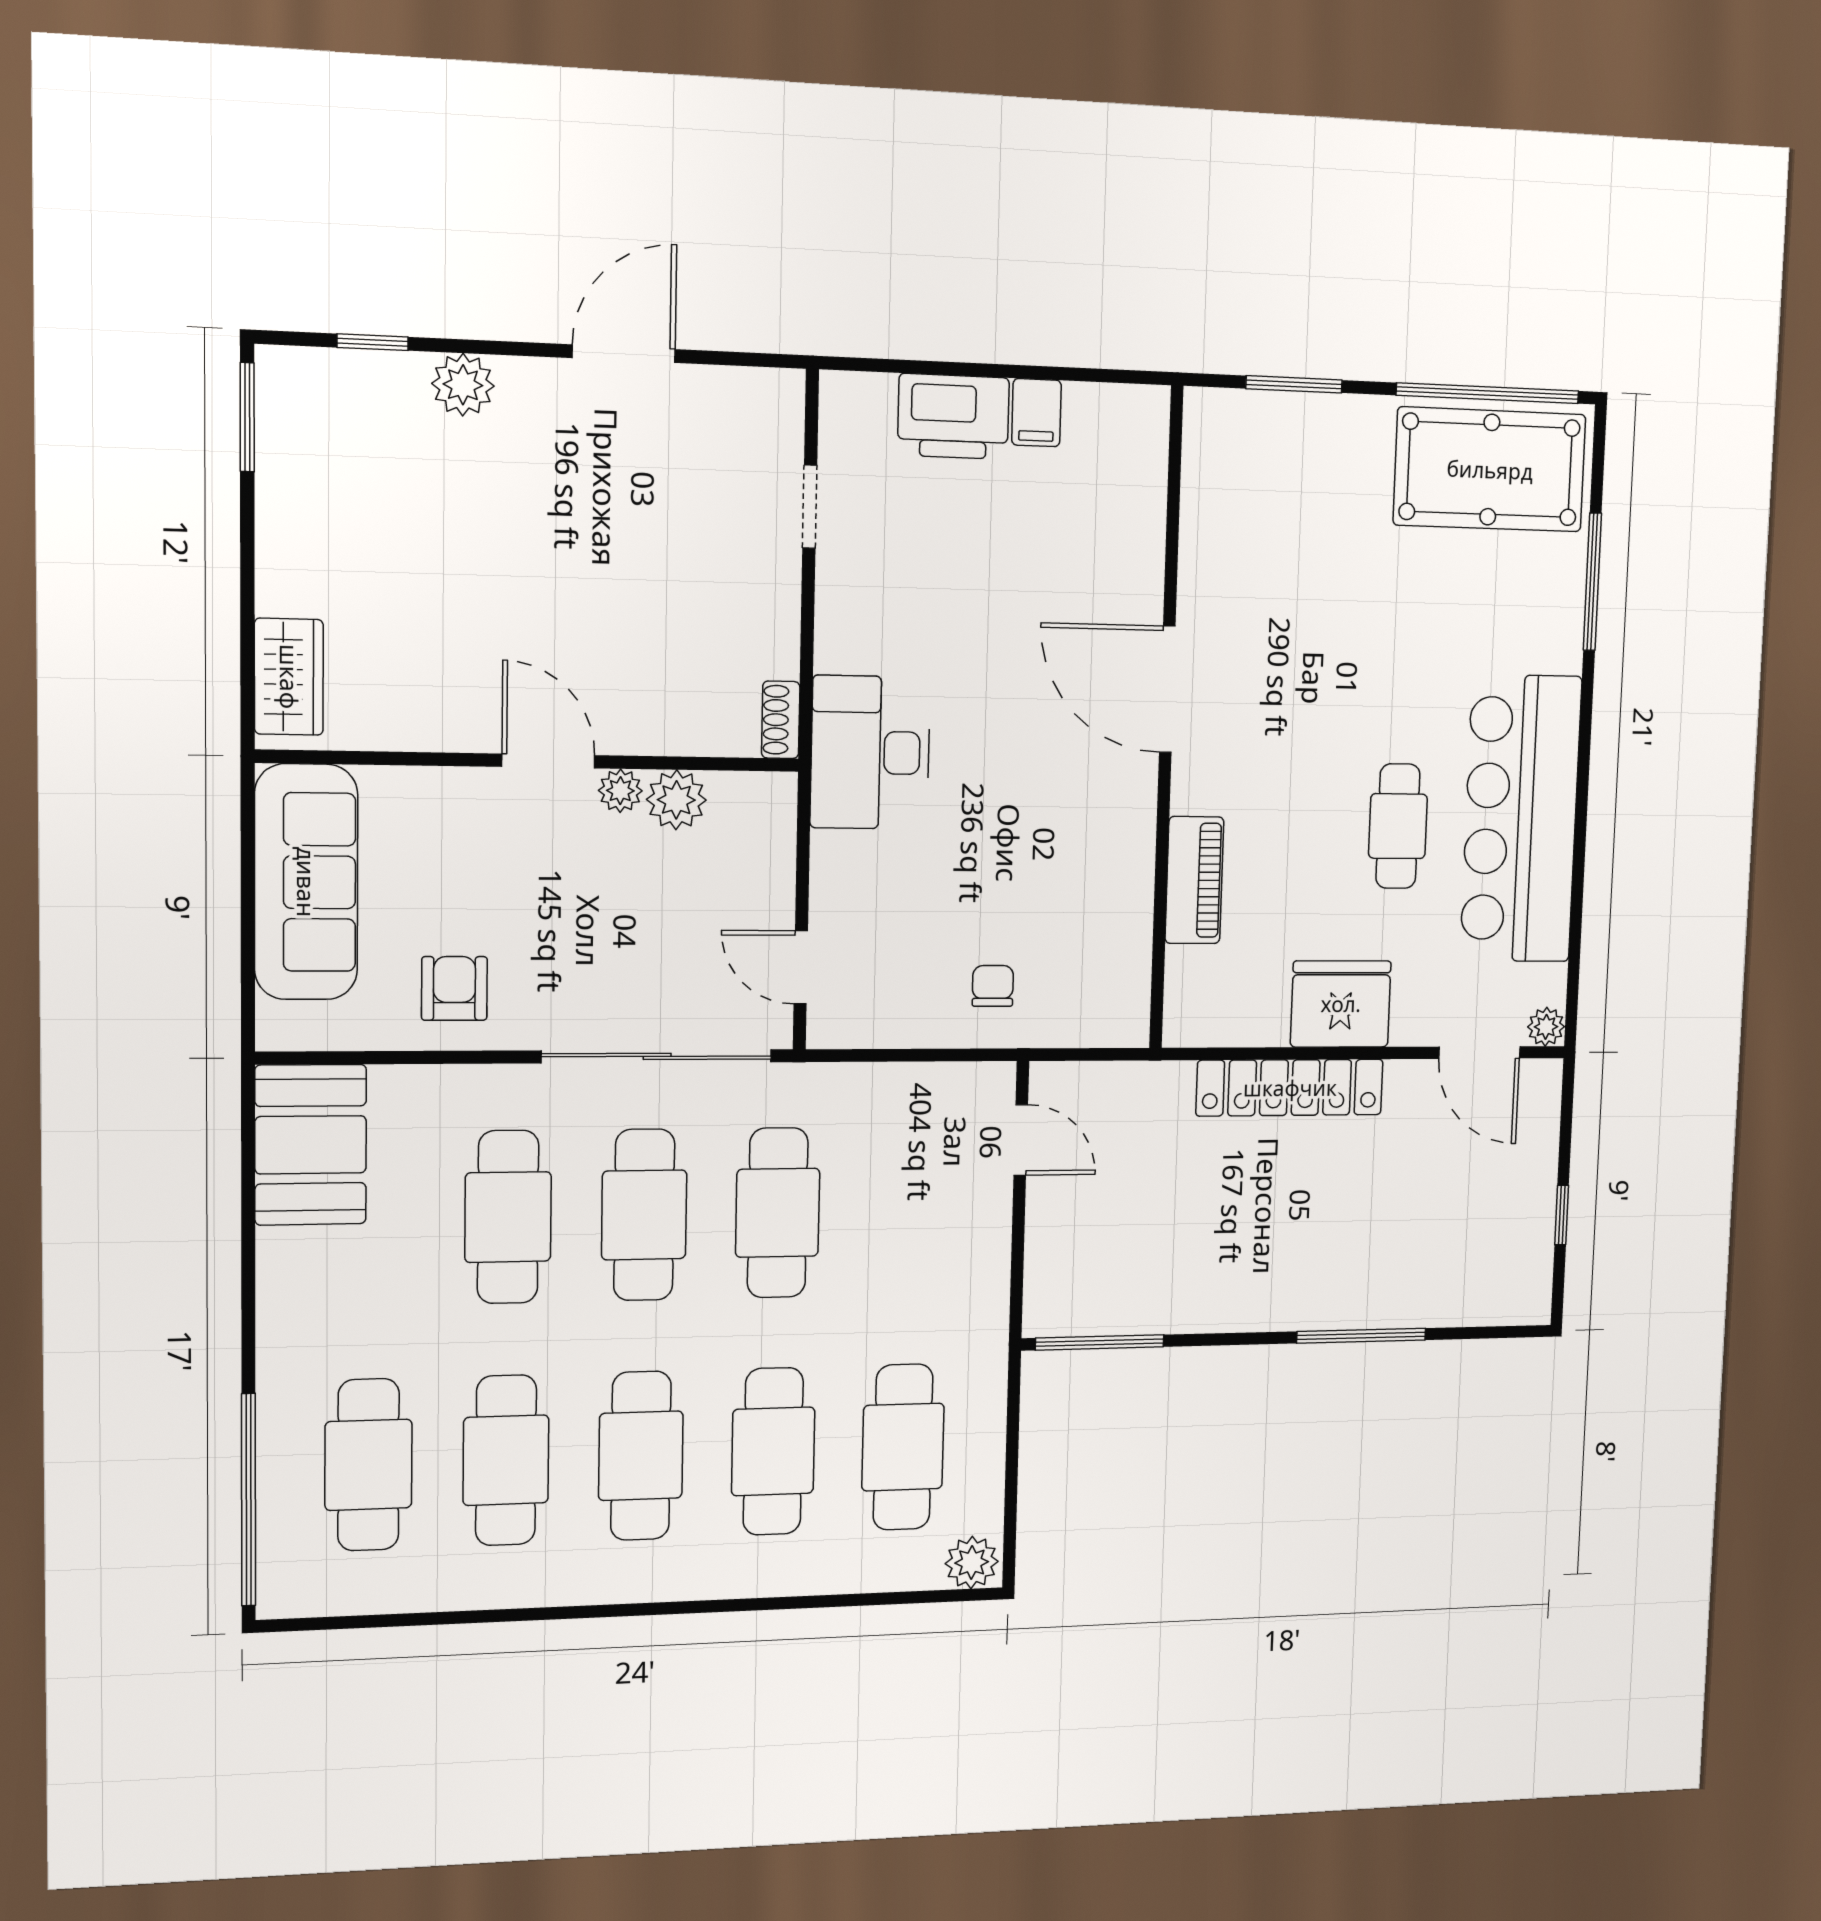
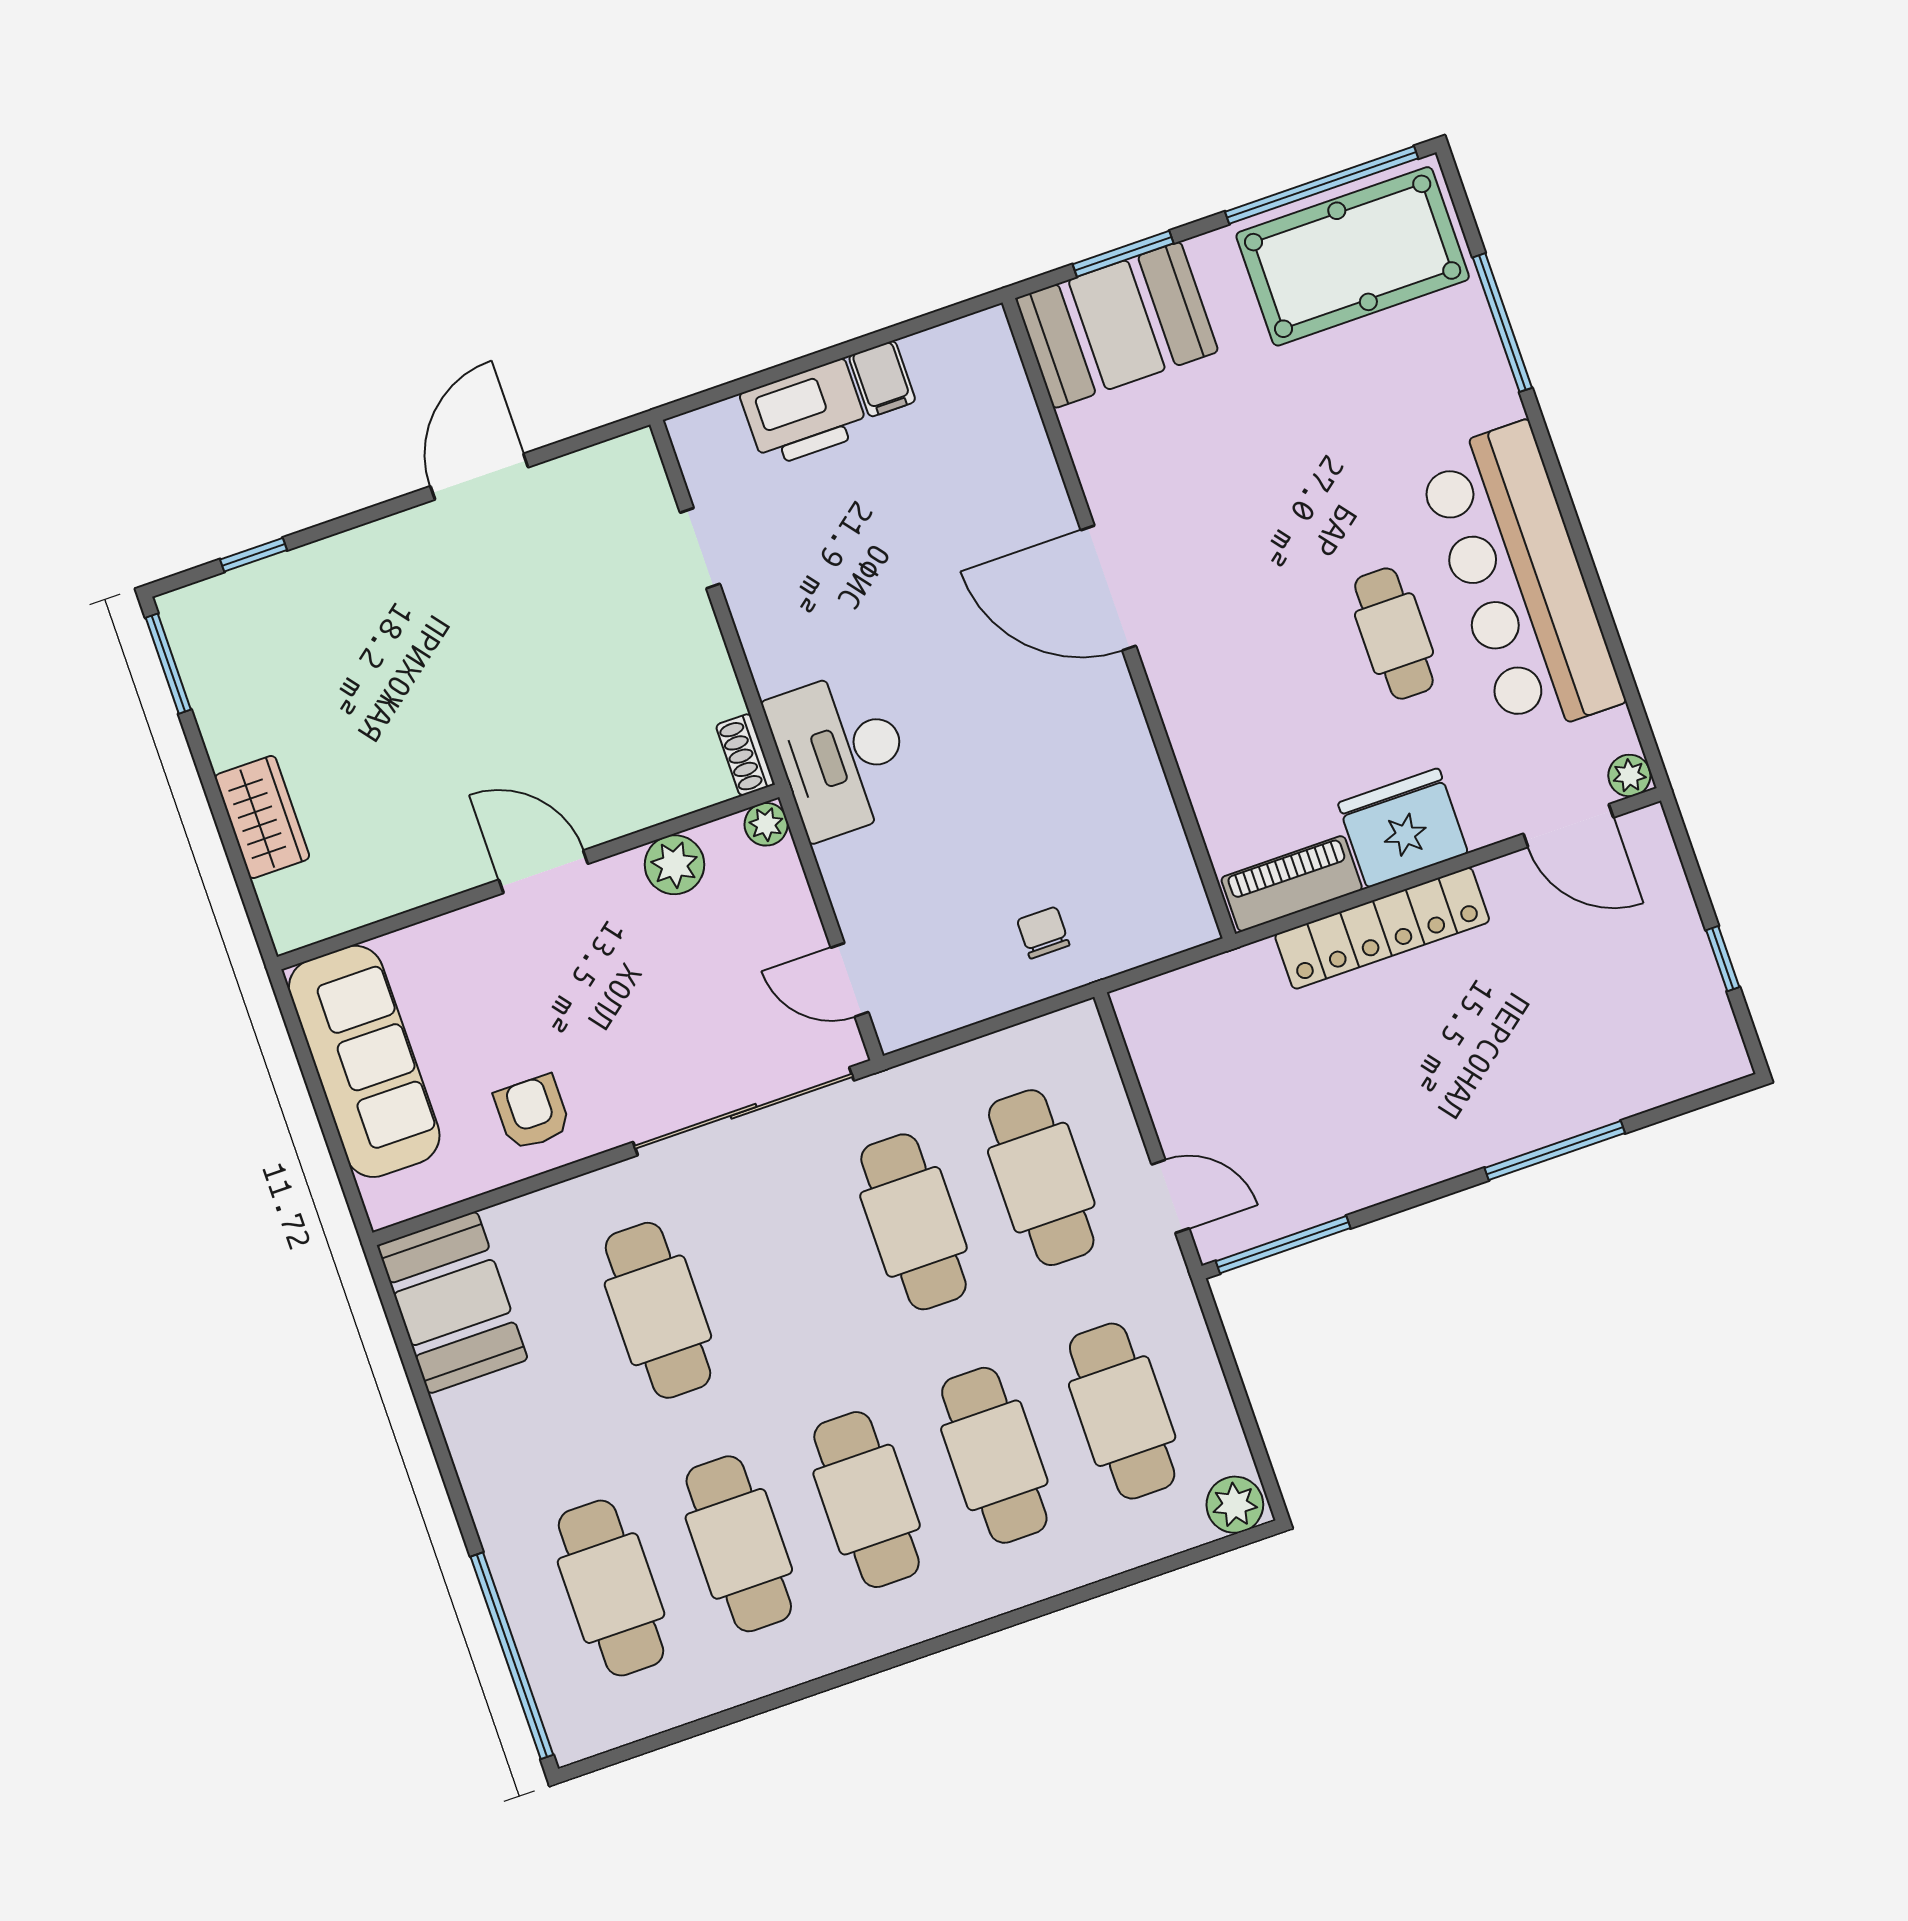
plant: (463, 385) -> (346, 561), removed
booth: (1264, 448) -> (1117, 325), added
wardrobe: (289, 677) -> (262, 817), moved
plant: (620, 791) -> (766, 824), moved
piano: (1194, 880) -> (1292, 884), moved, turned -90
door: (1021, 1140) -> (1170, 1196), moved
cafe table: (644, 1215) -> (1041, 1178), moved

